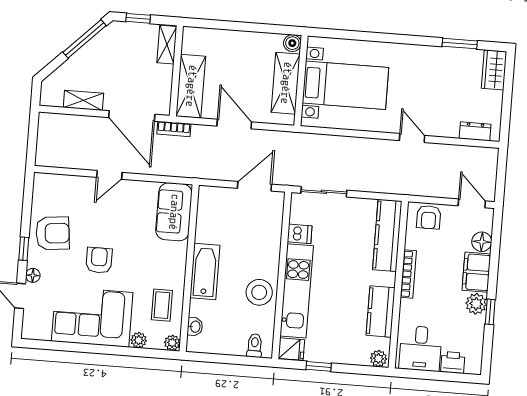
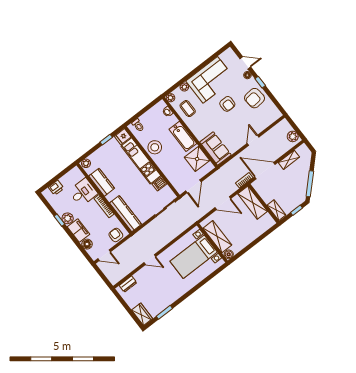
plant: (48, 129) -> (293, 136), added
shower: (214, 221) -> (197, 159), added
desk: (420, 348) -> (83, 192), moved, turned 90

